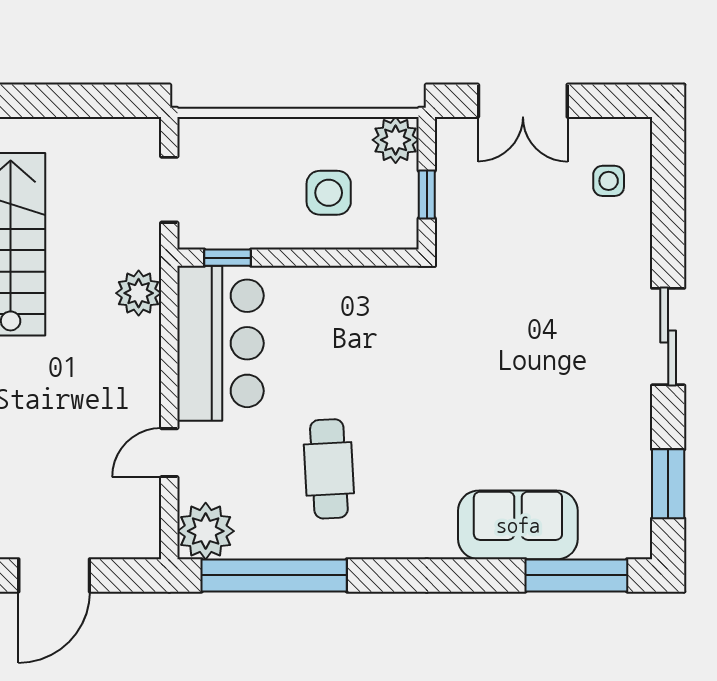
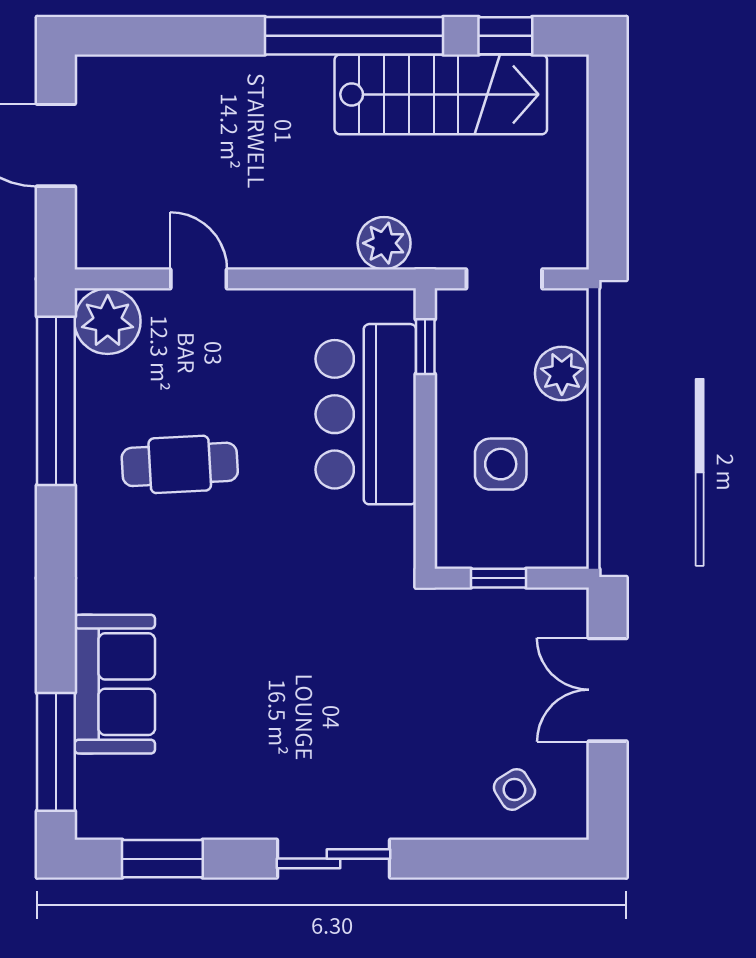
plant: (396, 140) -> (562, 374), moved
side table: (609, 181) -> (514, 789), turned -32
bar counter: (220, 343) -> (366, 414), moved, turned 90

